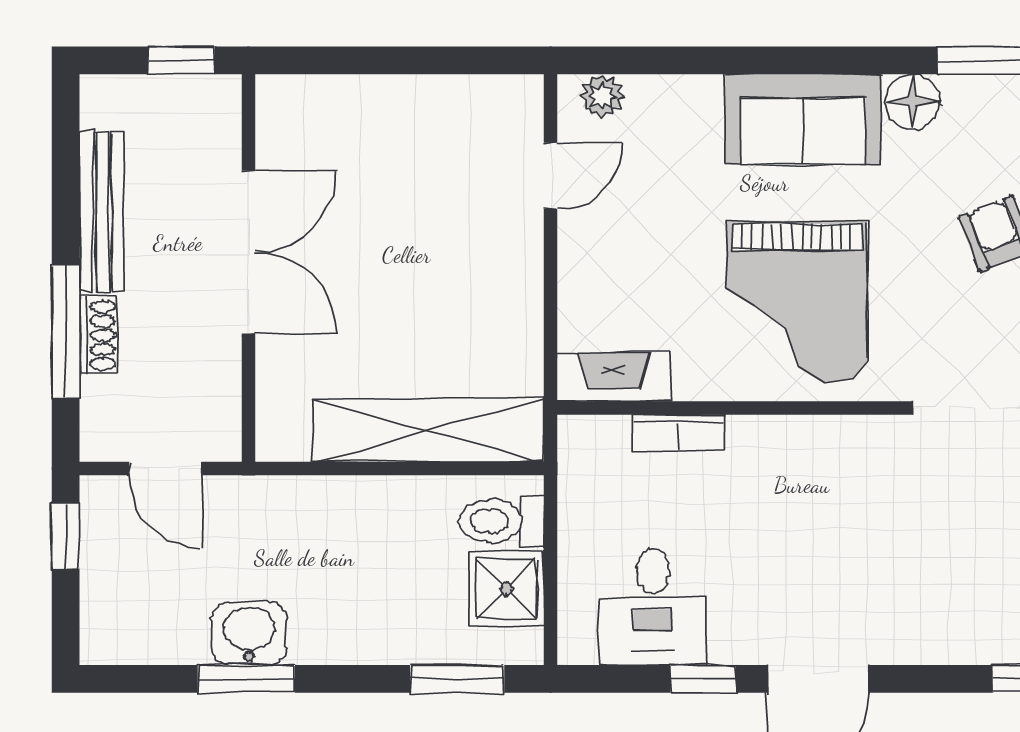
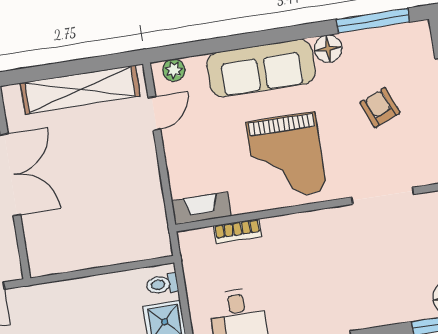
sofa: (803, 119) -> (261, 68), width x1.36
shelving: (428, 430) -> (80, 90), moved
toilet: (502, 521) -> (162, 284), width x0.73, depth x0.72

